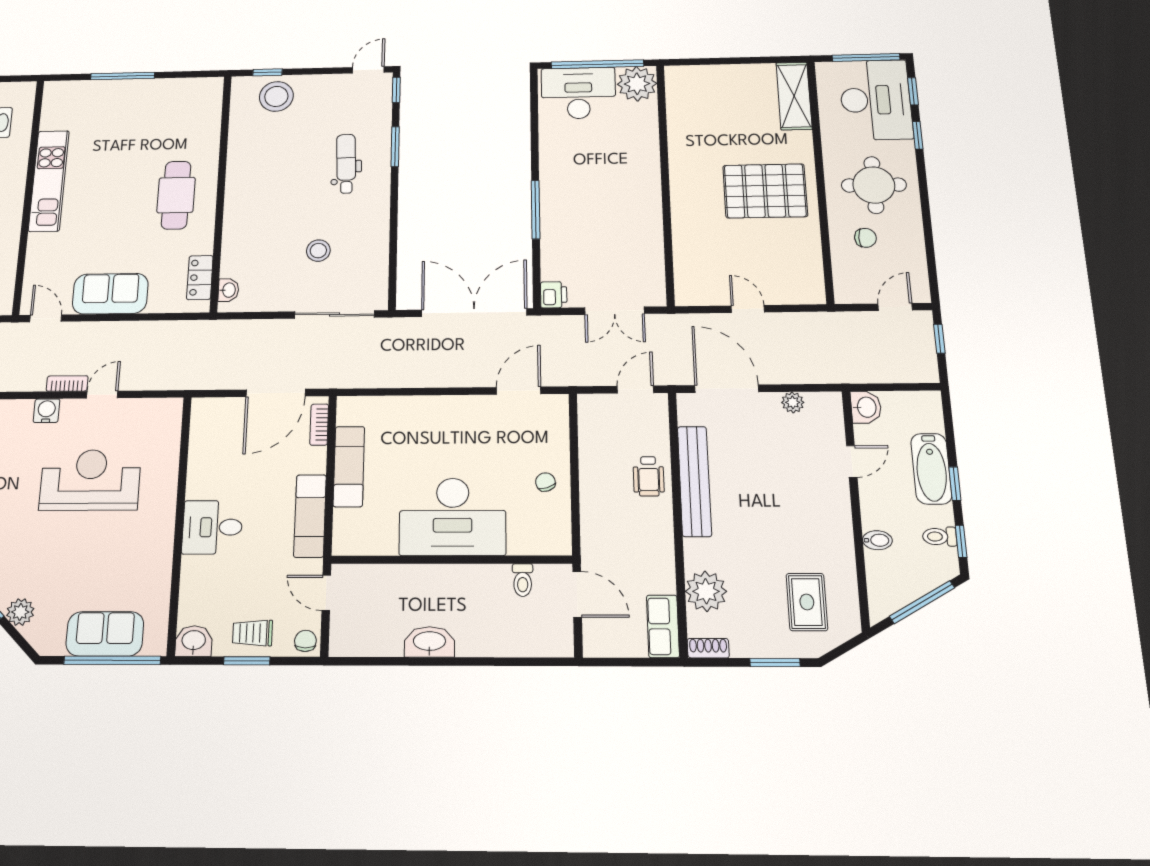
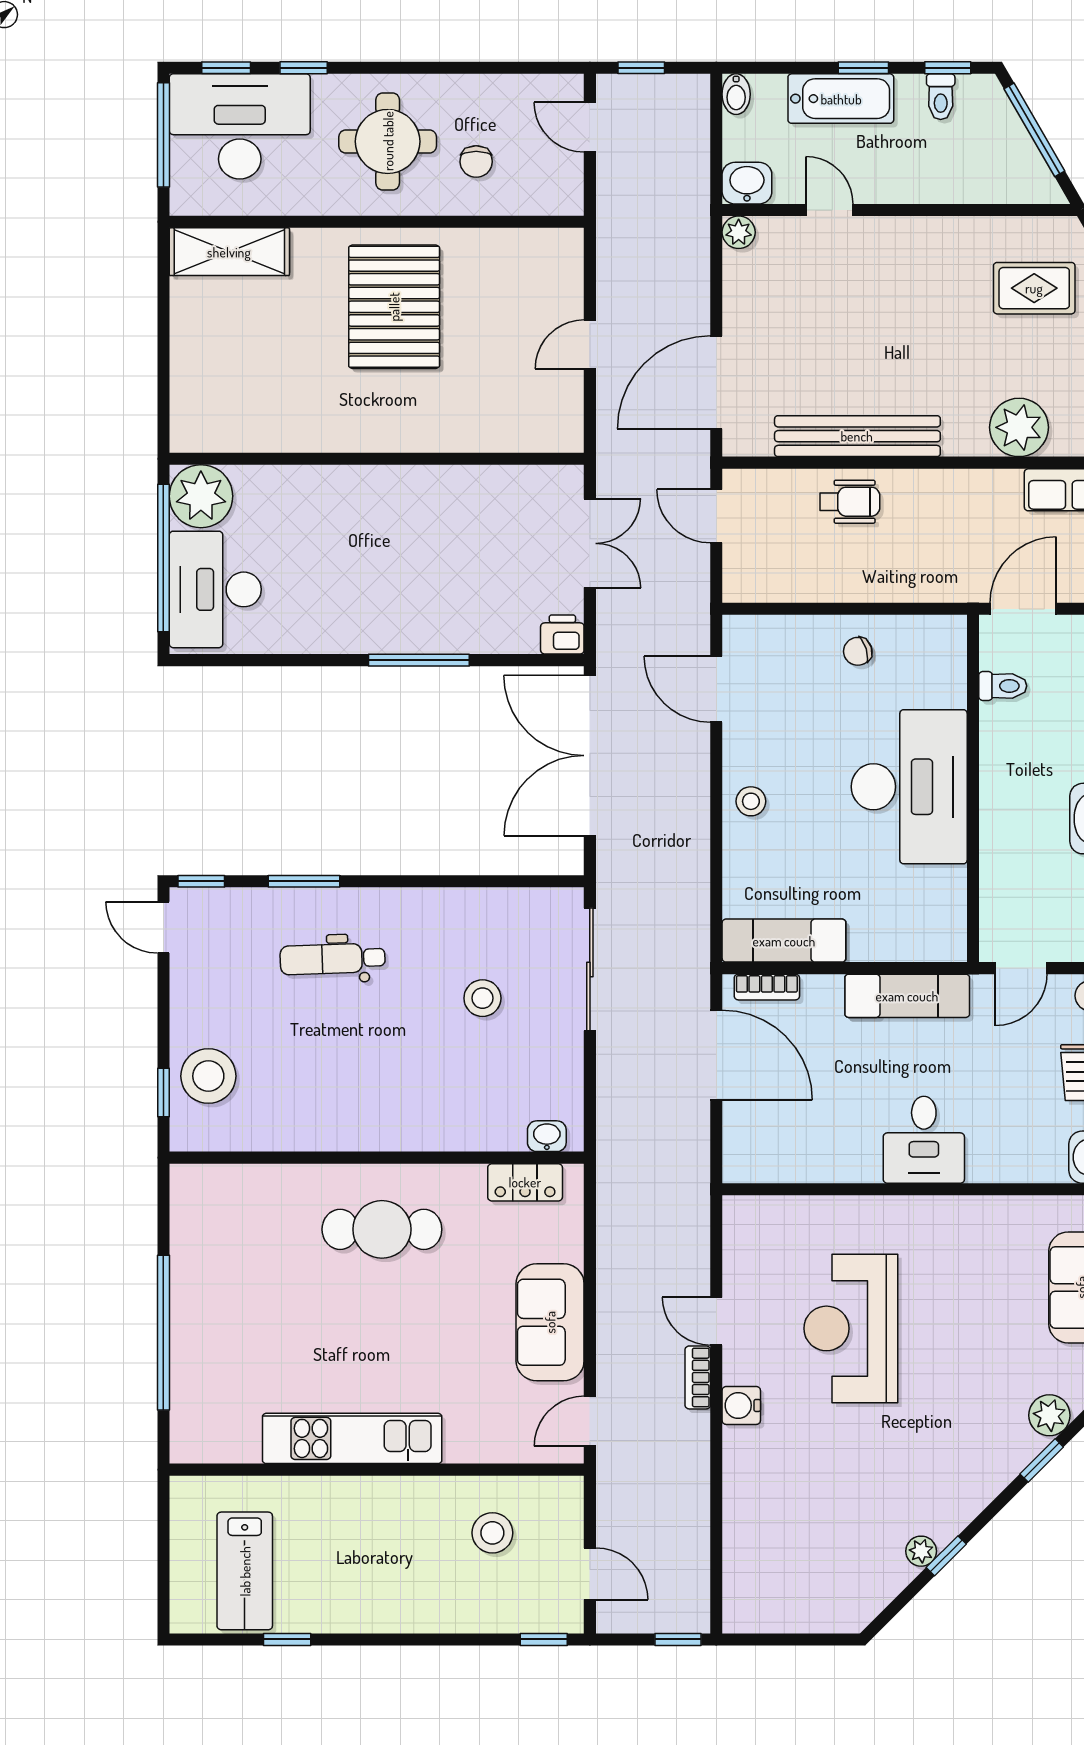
window: (123, 76) -> (163, 1333), width x1.46
chair: (865, 238) -> (476, 162), turned 180
plant: (793, 402) -> (739, 232), moved
stool: (443, 413) -> (751, 801), added
exam couch: (349, 466) -> (784, 941), moved
bidet: (877, 540) -> (736, 94), moved, turned 180

